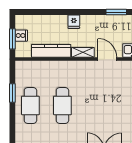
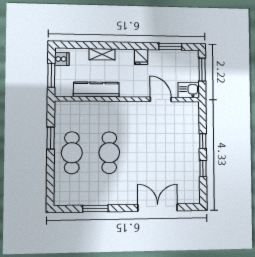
fridge: (74, 22) -> (141, 57), moved
cooker: (21, 36) -> (62, 59), moved
shelving: (83, 52) -> (102, 54), moved

